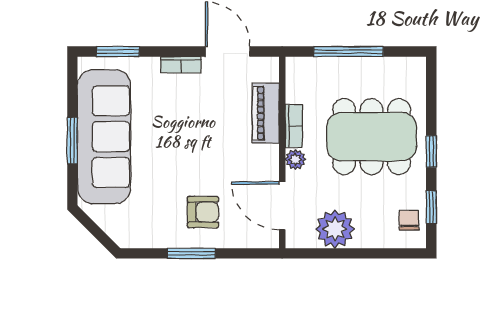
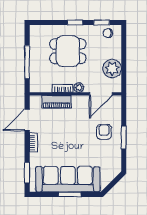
dining table: (372, 137) -> (68, 51), width x0.73

